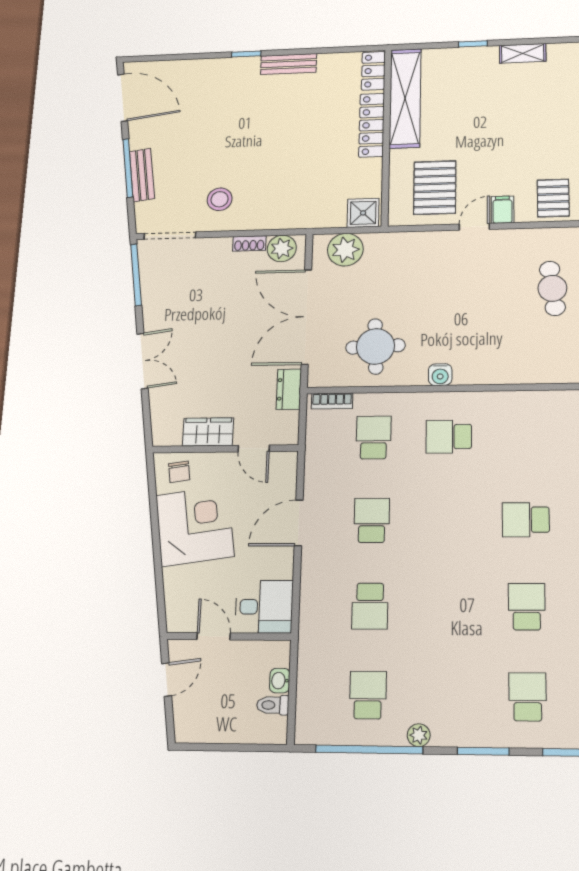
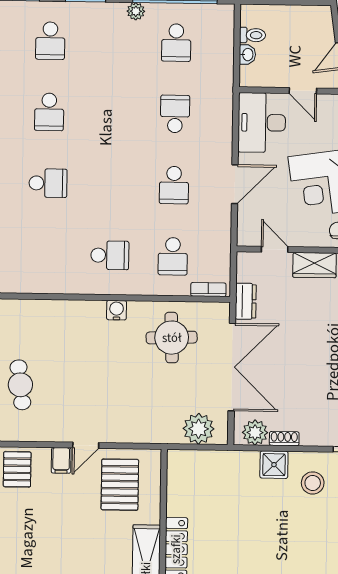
shower: (363, 213) -> (274, 465), moved
desk: (264, 607) -> (262, 123), width x1.37

